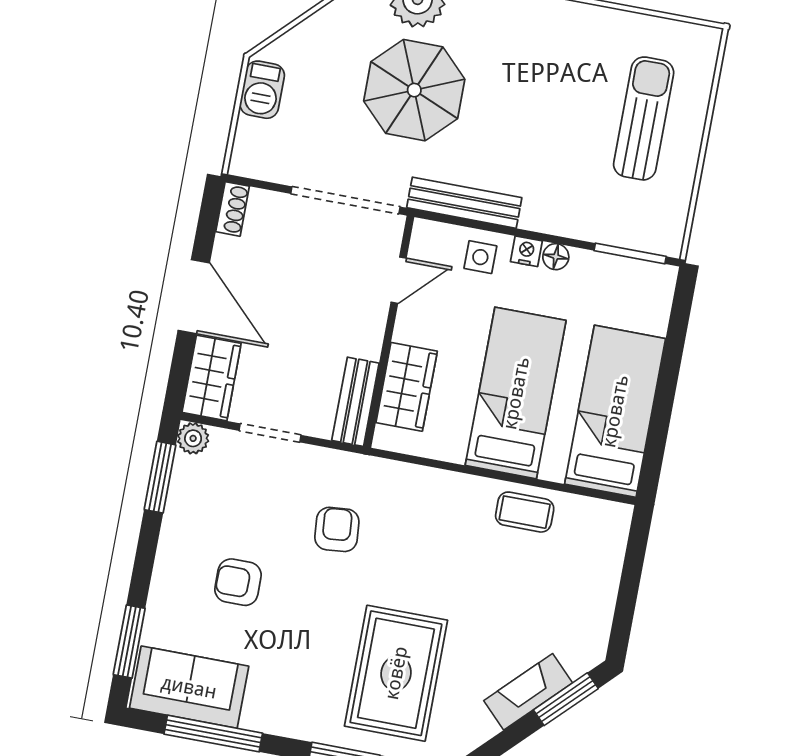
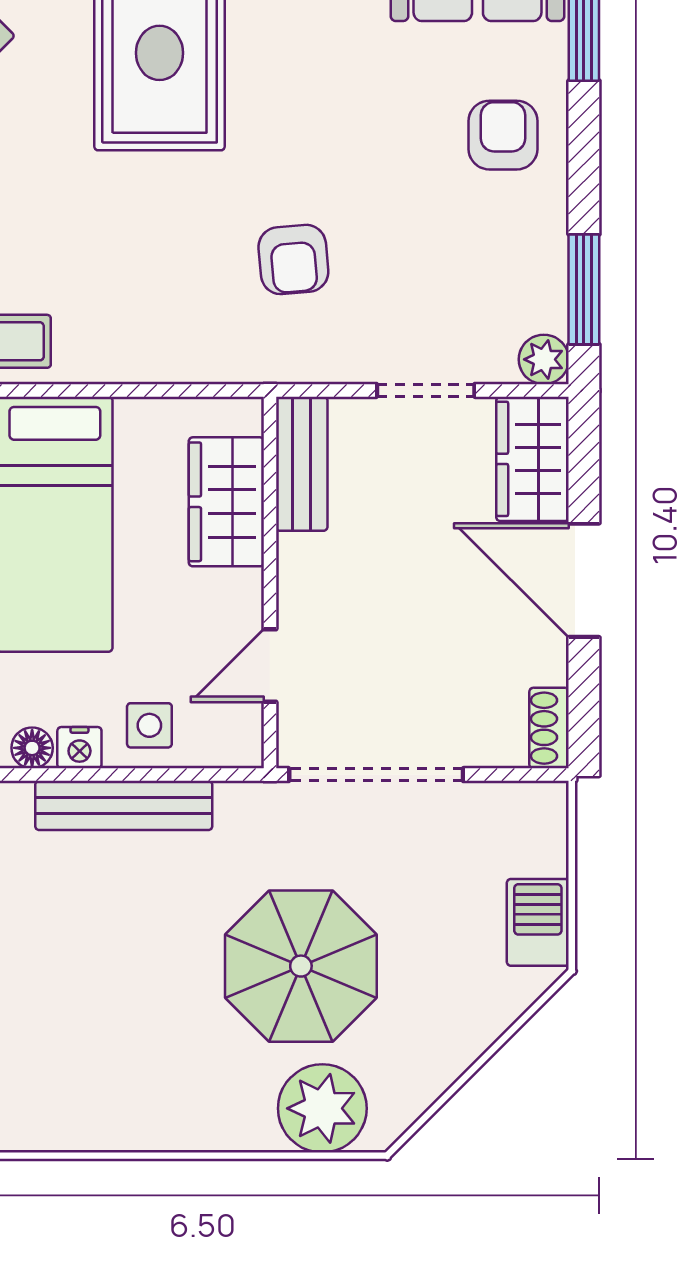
bench: (464, 203) -> (124, 805), moved
armchair: (238, 582) -> (503, 135), moved, turned -90

